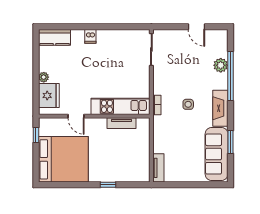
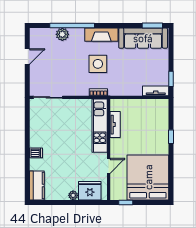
side table: (188, 104) -> (98, 64), width x1.87, depth x1.87
window: (230, 142) -> (152, 25), moved
window: (172, 185) -> (171, 79), added

